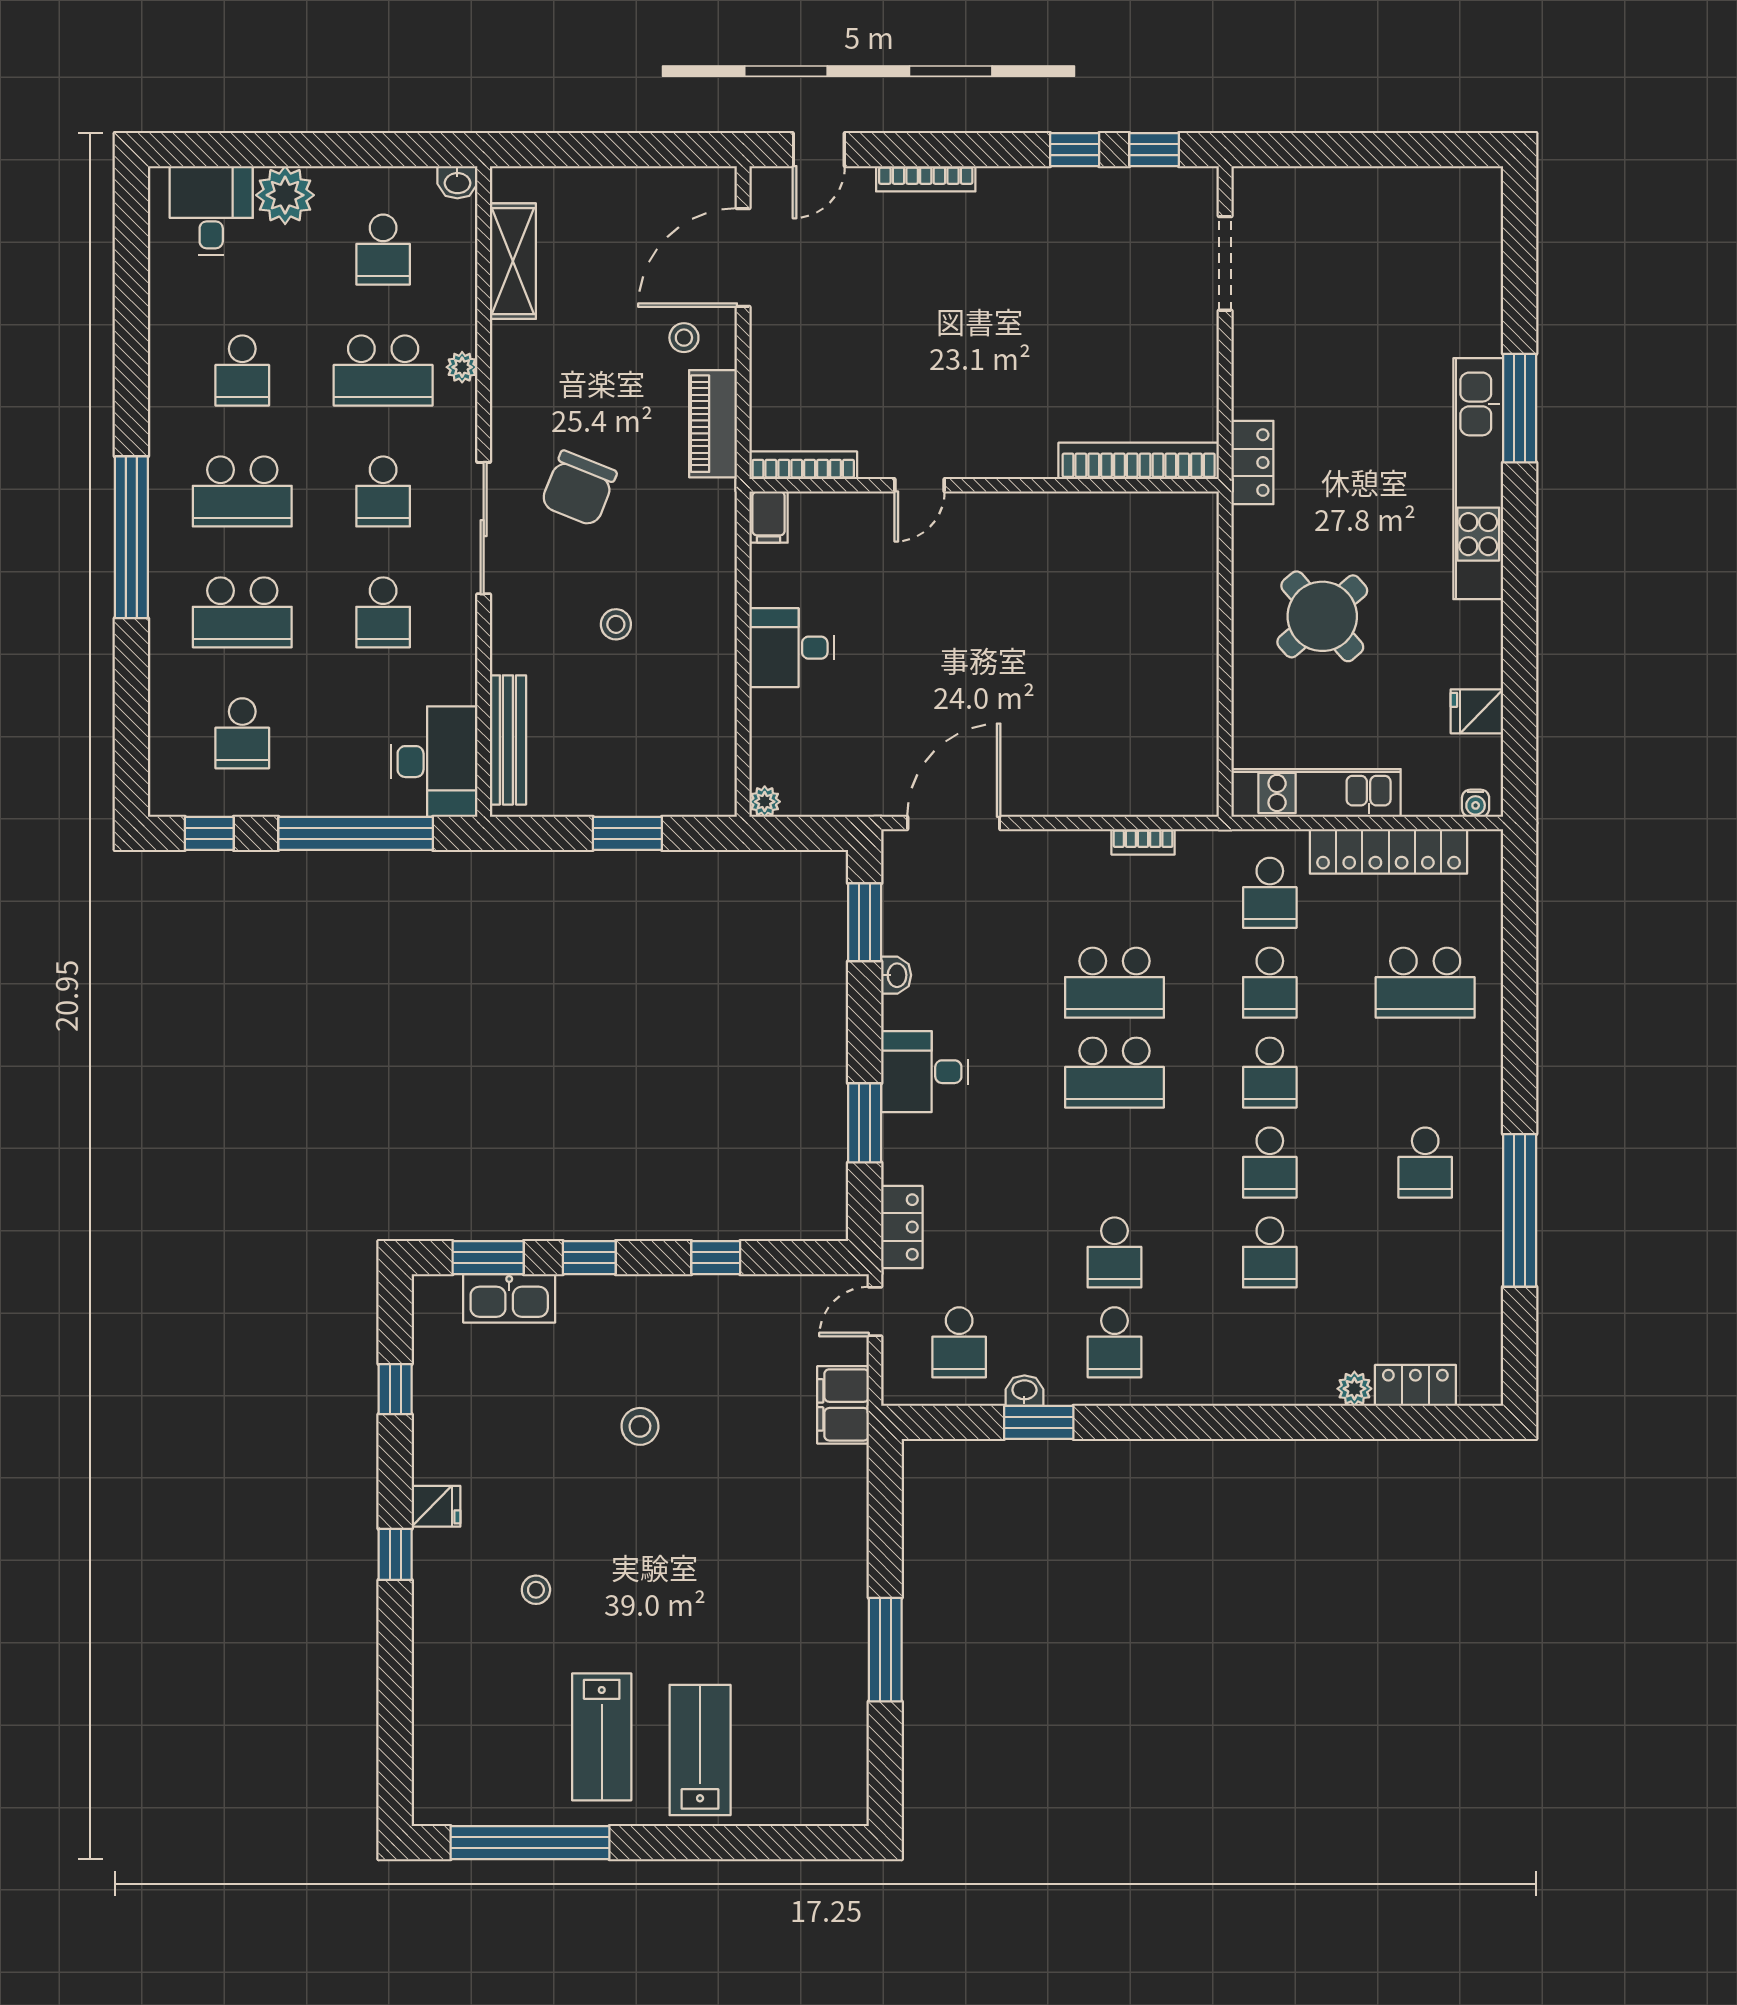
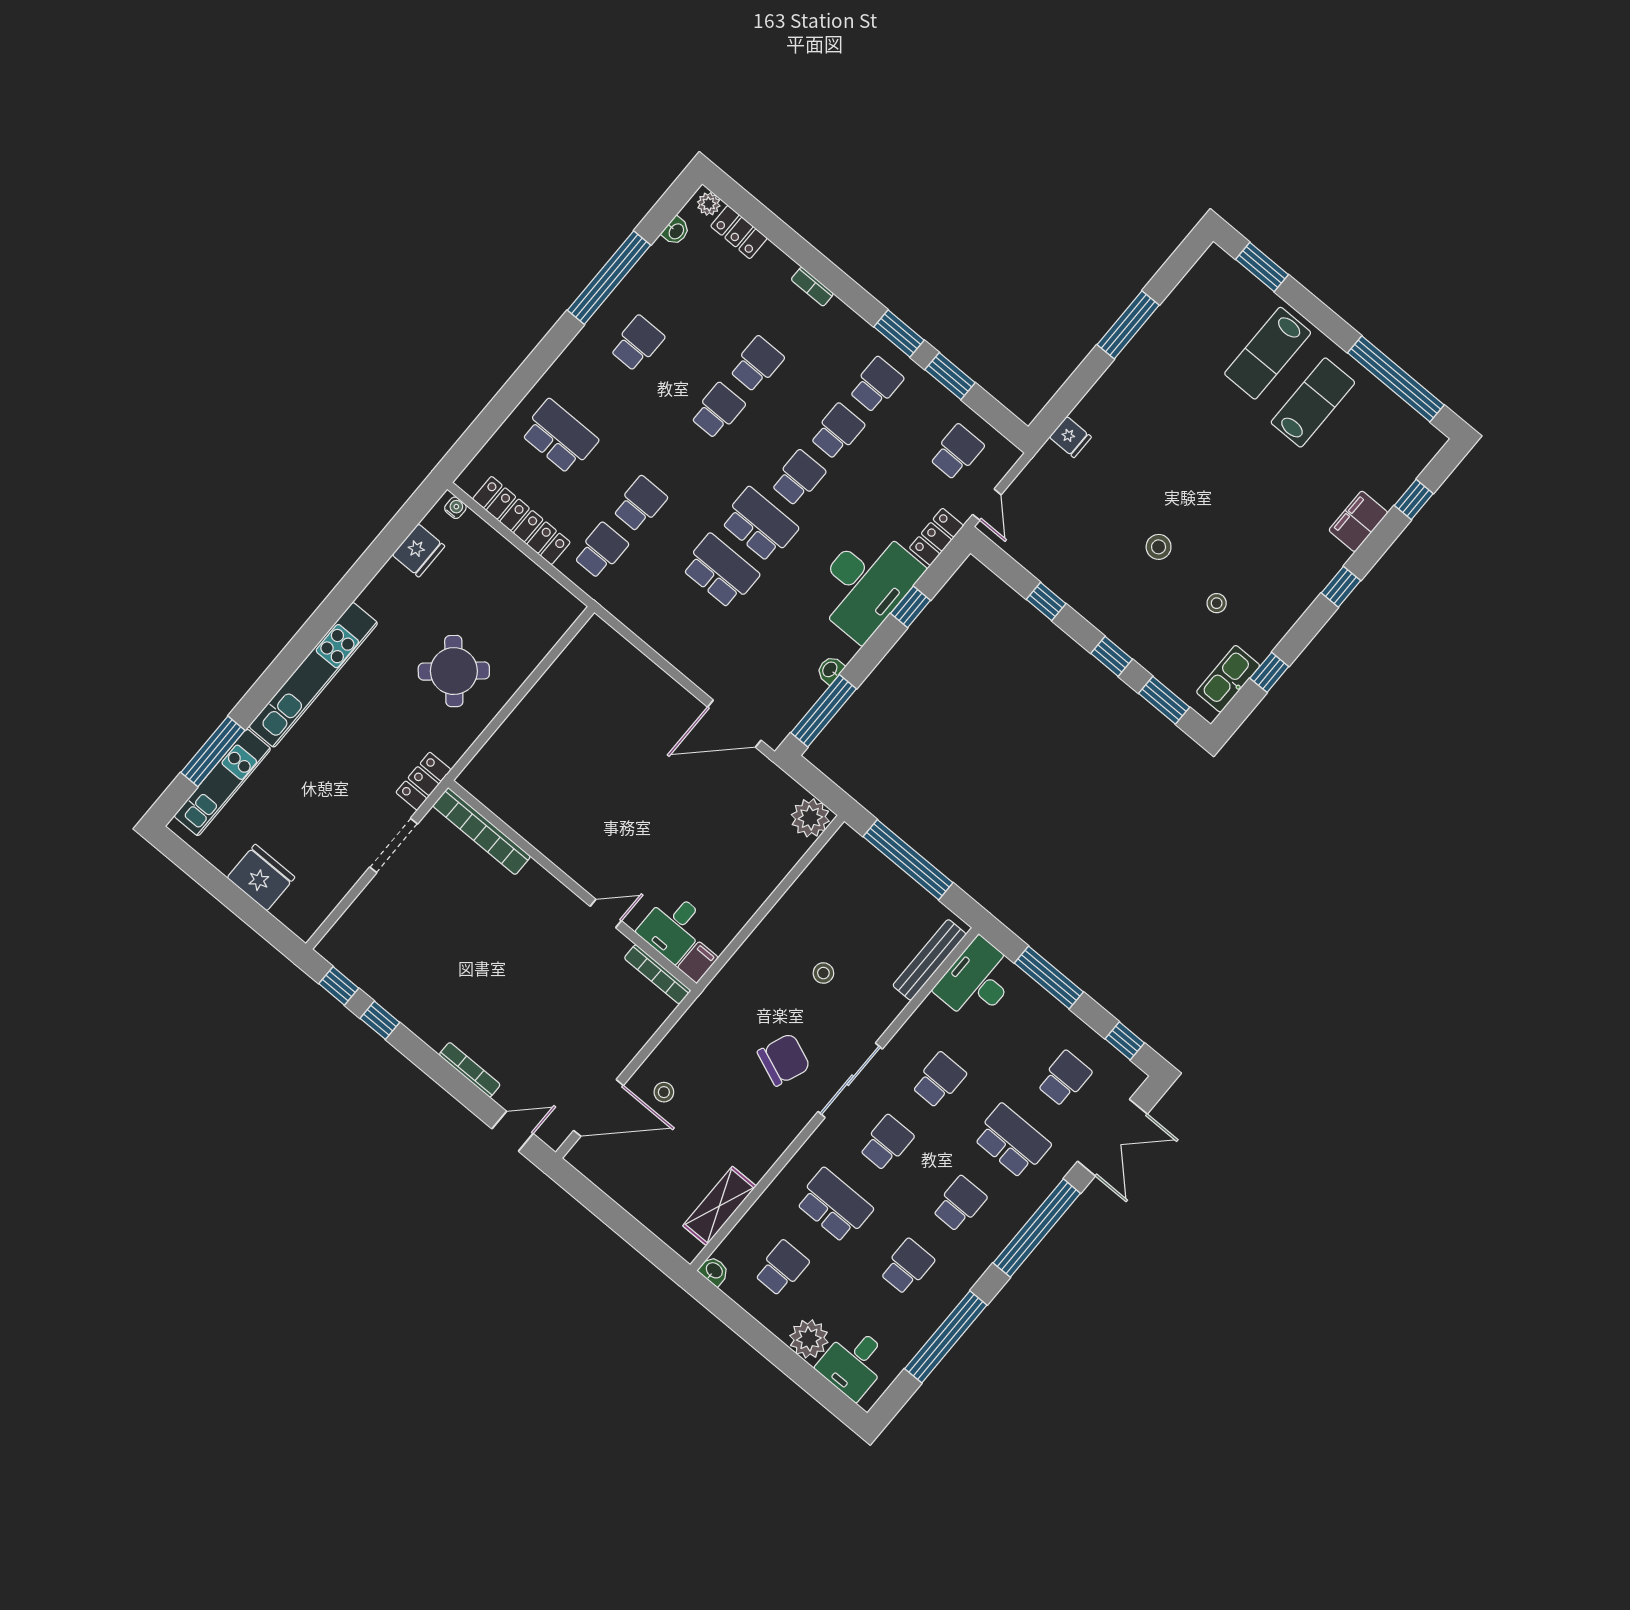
fridge: (1345, 199) -> (261, 877), added
doorway: (1225, 263) -> (394, 845), moved
window: (131, 327) -> (946, 1337), added
plant: (462, 367) -> (792, 1173), removed
window: (1520, 408) -> (213, 751), moved
piano: (713, 424) -> (686, 1035), removed
school desk: (242, 491) -> (959, 1204), width x0.54
desk: (792, 648) -> (673, 927), moved, turned 90
fridge: (1477, 711) -> (418, 550), width x1.38
double door: (131, 712) -> (1112, 1138), added
kitchen unit: (1316, 793) -> (222, 782), moved, turned -90
plant: (765, 802) -> (810, 818), width x1.87, depth x1.87
window: (356, 833) -> (1049, 977), width x0.68
window: (627, 833) -> (908, 860), width x2.11
bookcase: (1143, 842) -> (812, 287), moved, turned 180
window: (865, 922) -> (824, 711), width x1.44
desk: (925, 1072) -> (866, 583), width x1.87, depth x1.30
school desk: (1270, 1073) -> (798, 478), moved
window: (865, 1123) -> (910, 607), width x0.67
kitchen sink: (509, 1298) -> (1228, 679), moved, turned -90
door: (875, 1312) -> (987, 505), hinge flipped
plant: (1354, 1389) -> (709, 204), moved
washbasin: (1024, 1391) -> (676, 231), moved, turned -90
filing cabinet: (843, 1405) -> (1358, 521), moved, turned 180
window: (1137, 1422) -> (899, 333), added
fridge: (436, 1506) -> (1070, 437), moved, turned 180
stool: (536, 1590) -> (1217, 603), moved
window: (395, 1723) -> (1414, 499), added
window: (788, 1843) -> (1262, 267), added

